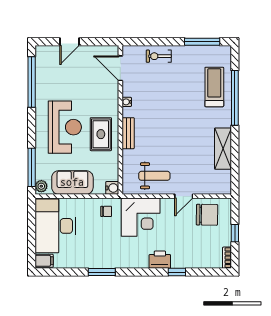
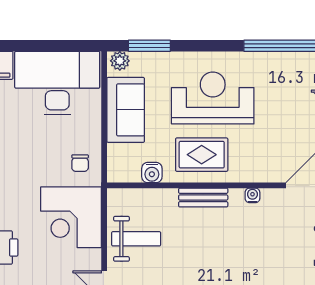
reception desk: (65, 127) -> (213, 98), turned 180
window: (32, 167) -> (149, 46), width x0.69
weight bench: (154, 176) -> (136, 239), turned -90
water cooler: (112, 188) -> (152, 173), moved

